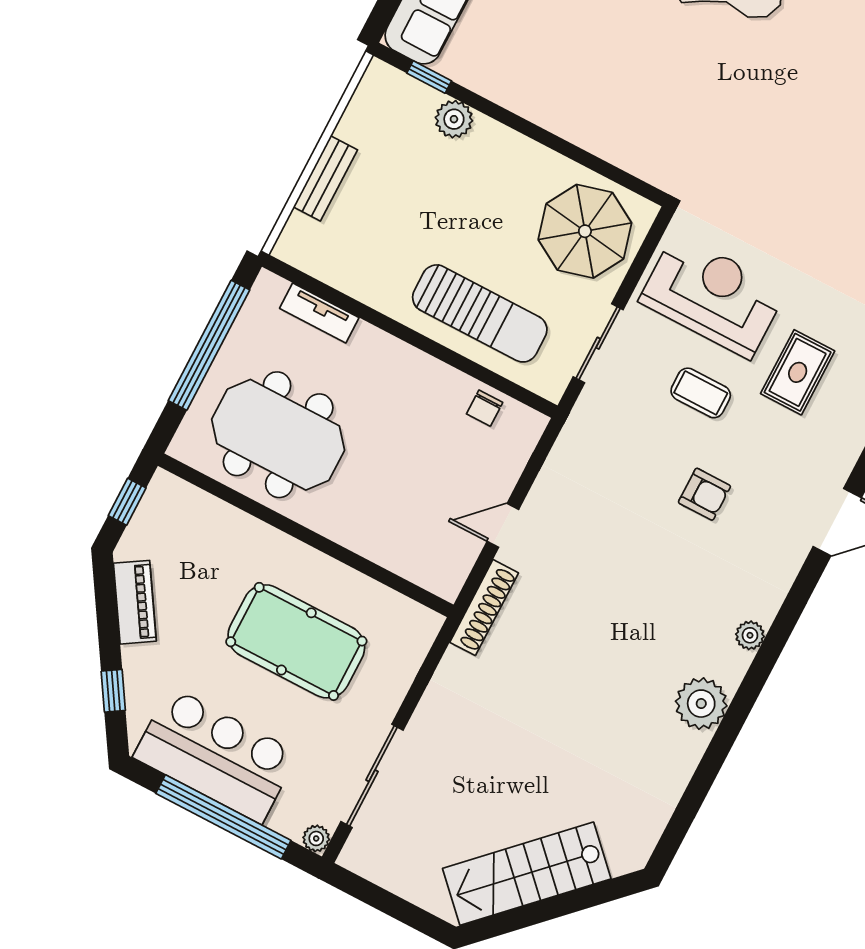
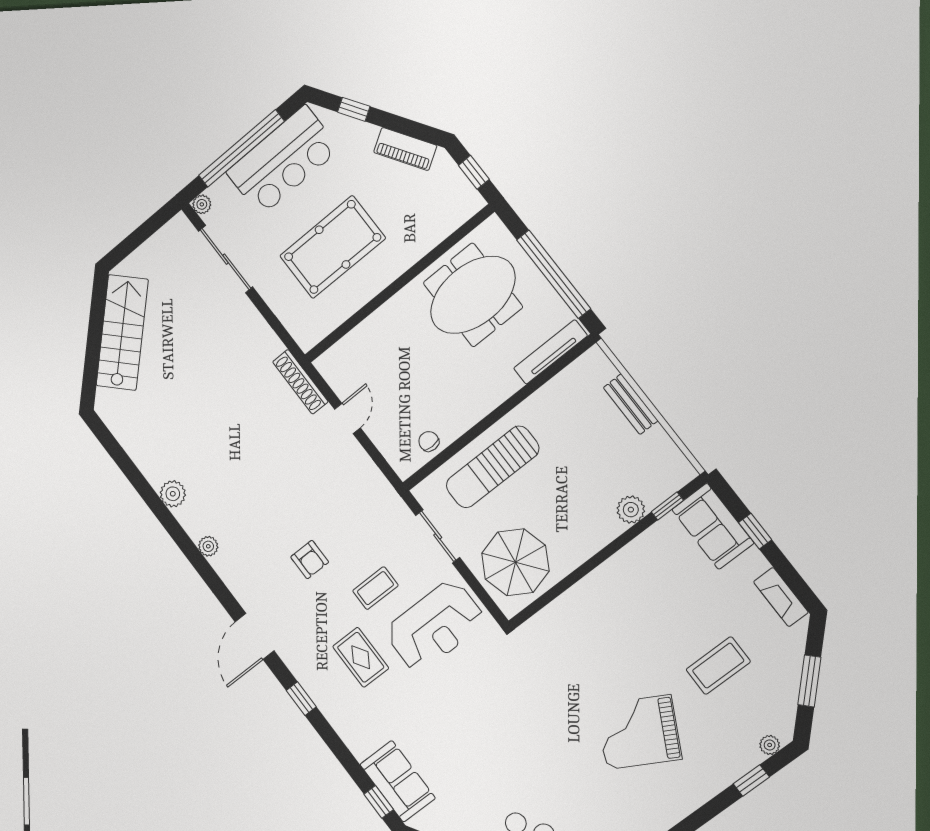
tv unit: (319, 313) -> (550, 352), width x1.41
armchair: (704, 494) -> (310, 560), turned -90
plant: (701, 704) -> (173, 494), width x0.73, depth x0.73

